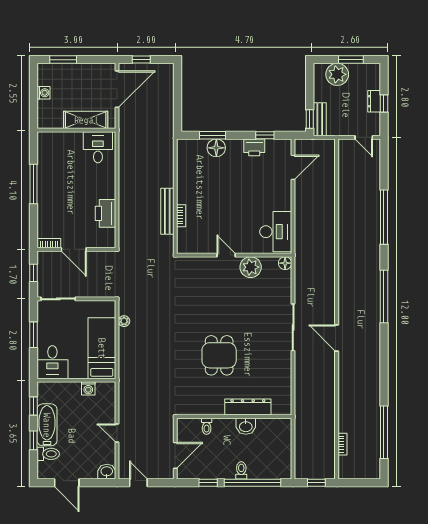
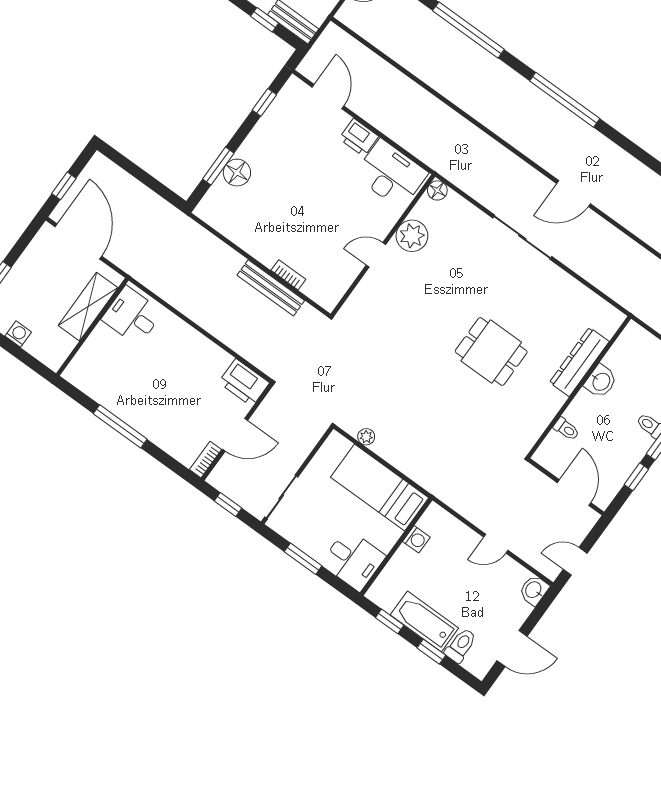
window: (310, 119) -> (265, 20), moved
printer: (254, 147) -> (359, 137), moved, turned 90
printer: (105, 213) -> (244, 383), moved

